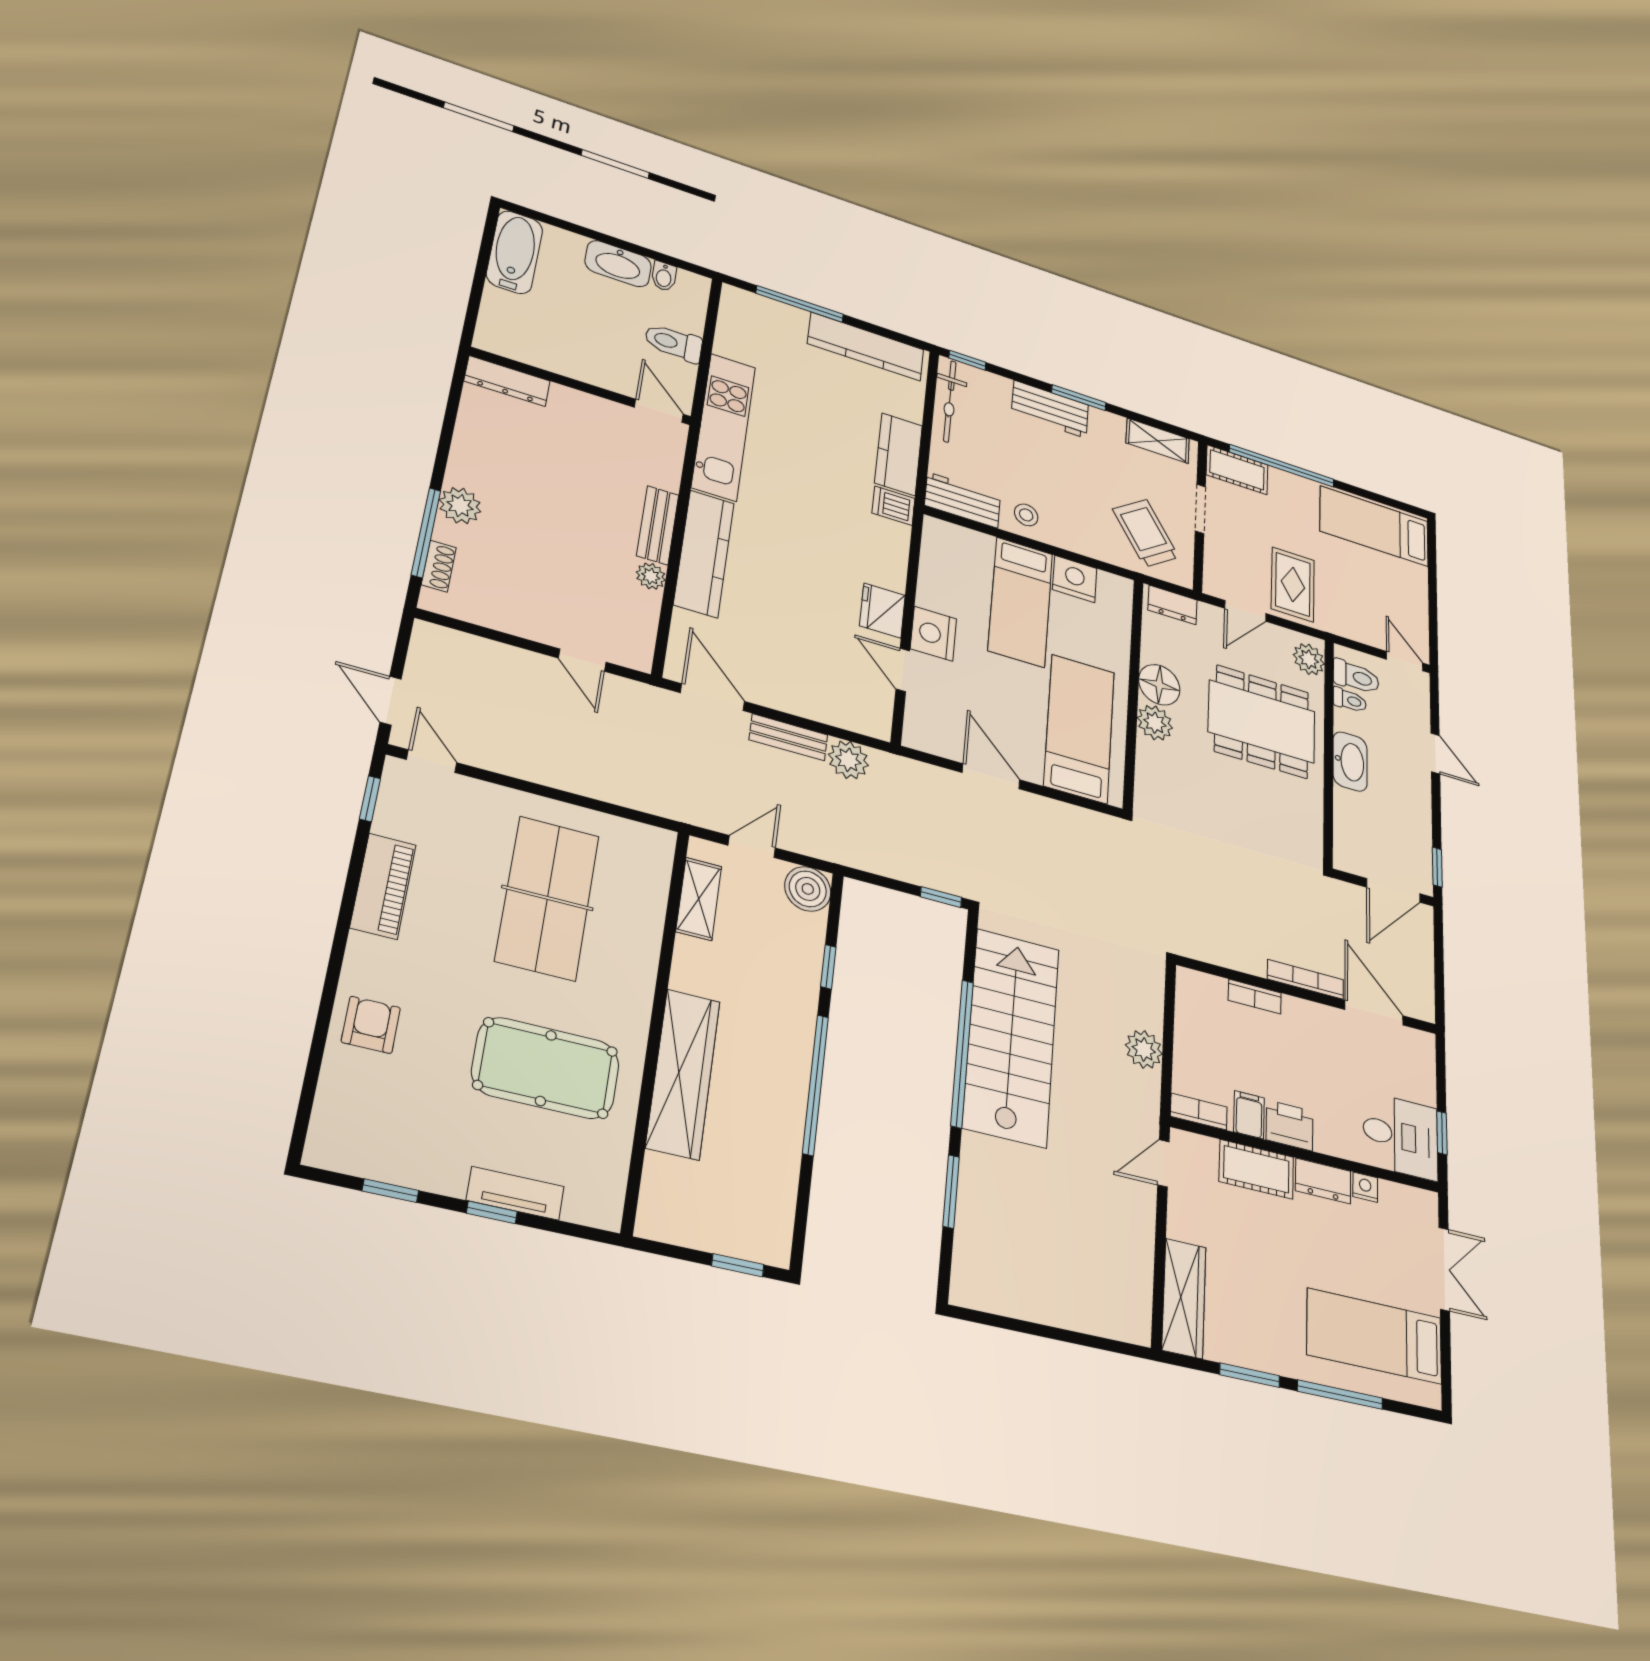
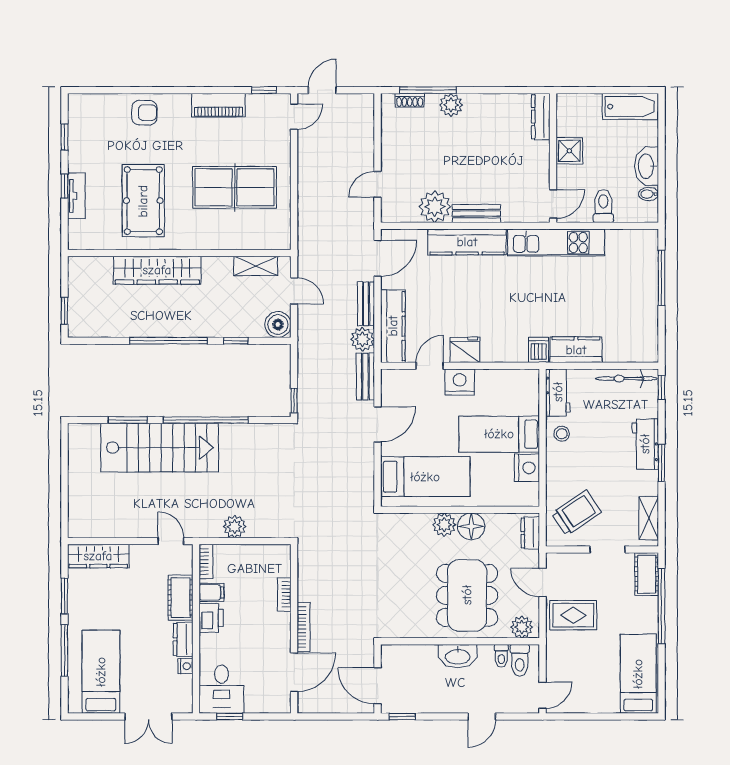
kitchen counter: (866, 347) -> (393, 326), moved, turned 180
shower: (573, 360) -> (569, 151), added
plant: (651, 576) -> (435, 207), width x1.87, depth x1.87
bench: (911, 773) -> (365, 377), added
stairs: (1011, 1037) -> (160, 448), moved

